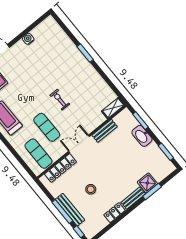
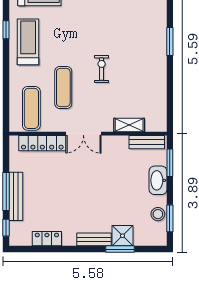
shelving: (113, 108) -> (129, 125), moved
bench: (105, 131) -> (147, 142), moved
double door: (79, 144) -> (83, 134), swing flipped
stool: (91, 189) -> (158, 214), moved
locker: (115, 213) -> (47, 239), moved

